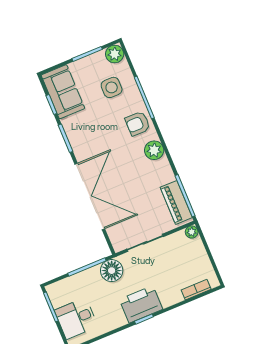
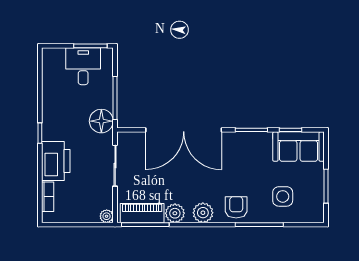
plant: (115, 54) -> (175, 213), moved
printer: (141, 304) -> (56, 161), moved
desk: (76, 318) -> (83, 66), moved

